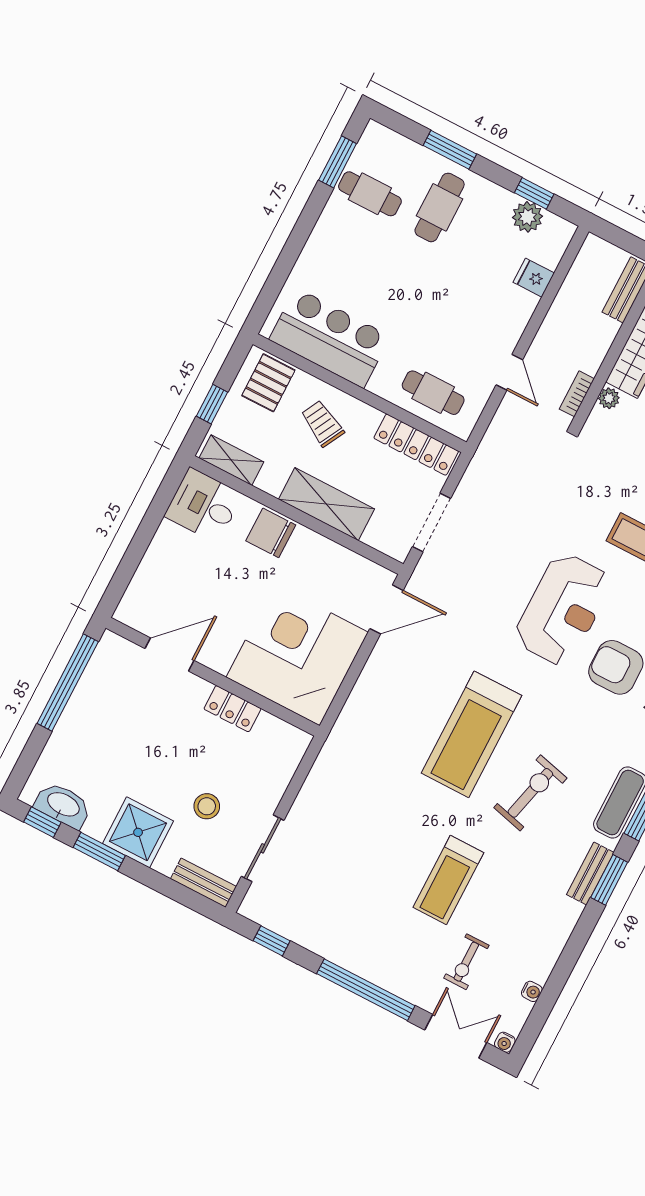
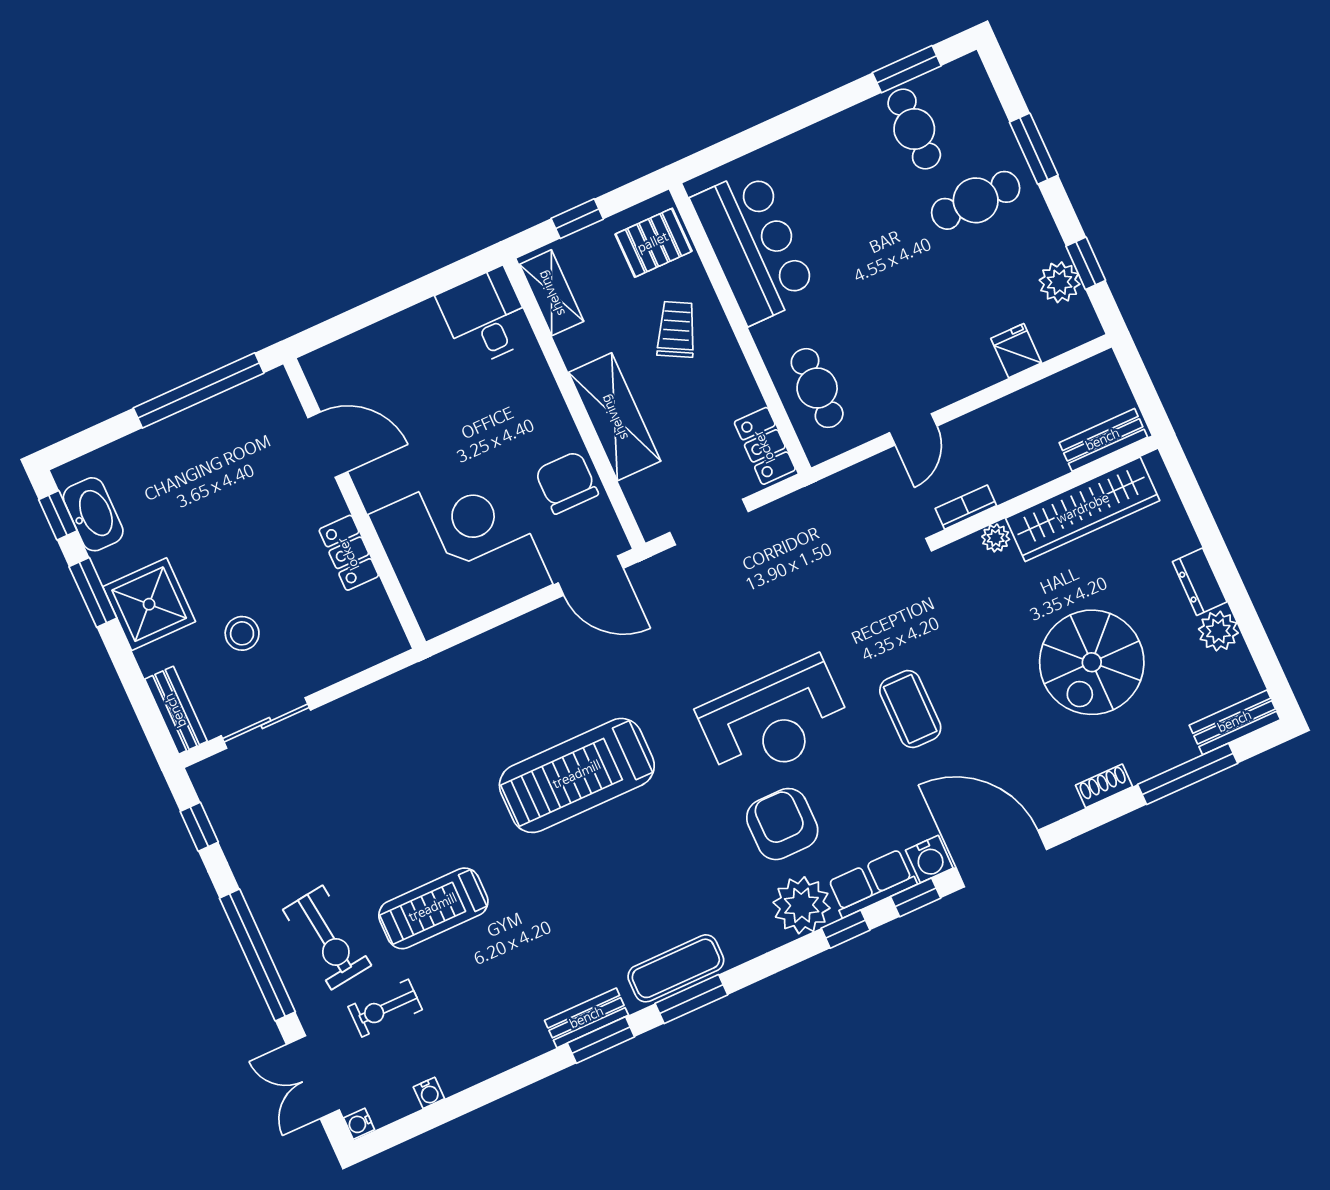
locker: (416, 445) -> (765, 446), width x0.66
chair: (271, 533) -> (567, 482), moved
exercise bike: (530, 793) -> (327, 938), moved, turned 69
double door: (456, 1036) -> (313, 1077), swing flipped

